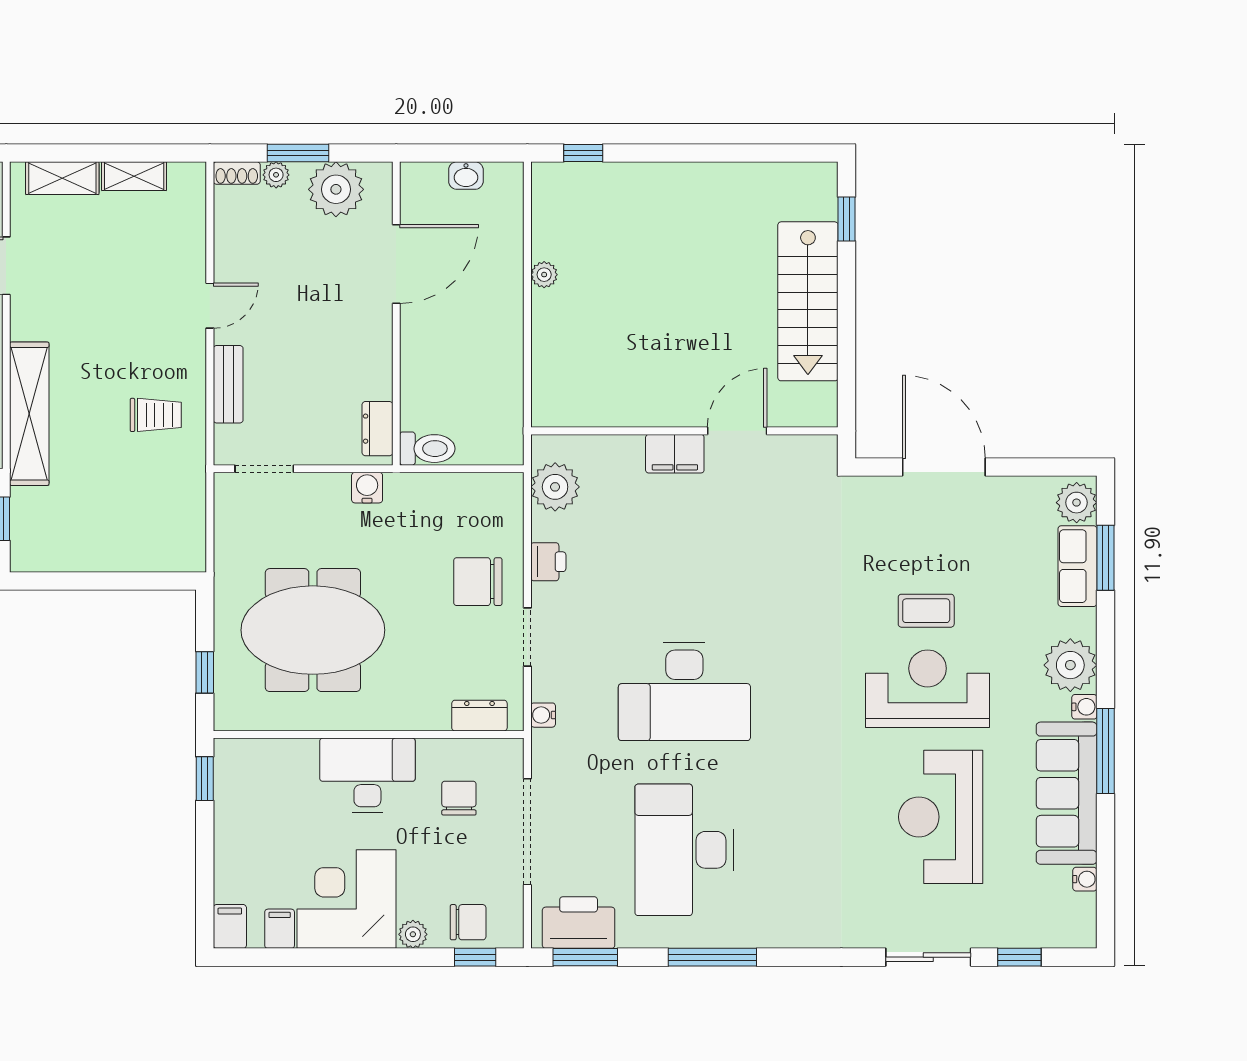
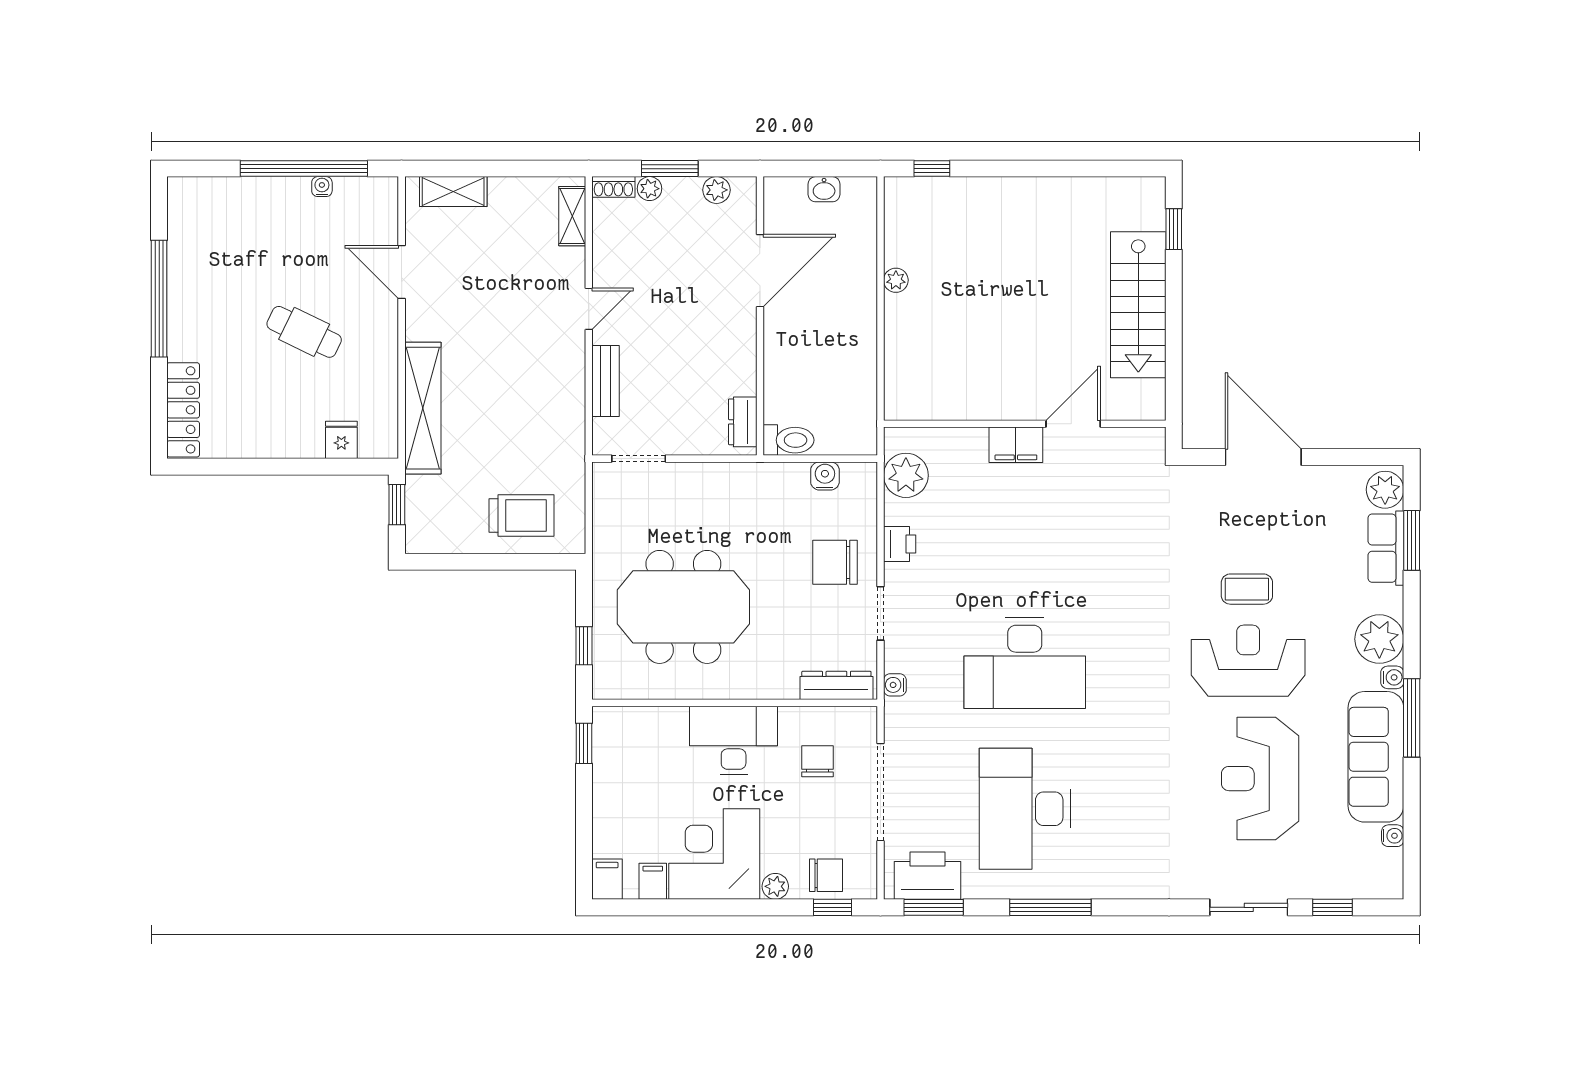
shelving: (134, 176) -> (572, 216), moved, turned 90
plant: (336, 189) -> (716, 190), width x0.53, depth x0.53
trolley: (156, 415) -> (521, 516), moved, width x1.36, depth x1.39
water cooler: (367, 488) -> (825, 476), moved
dresser: (479, 716) -> (836, 685), width x1.44

